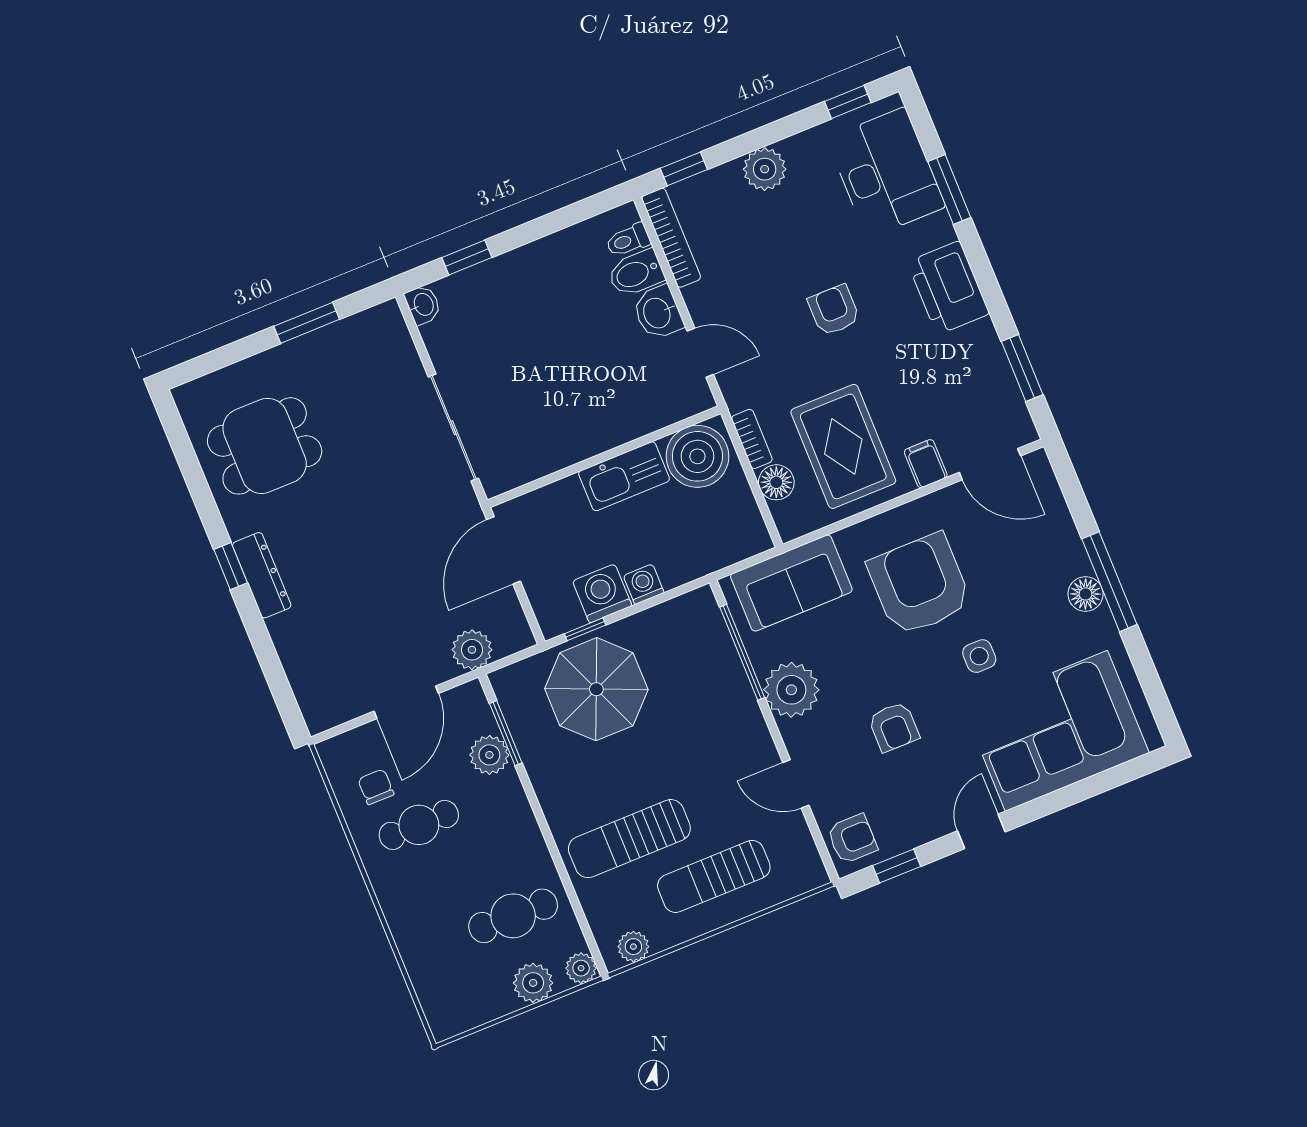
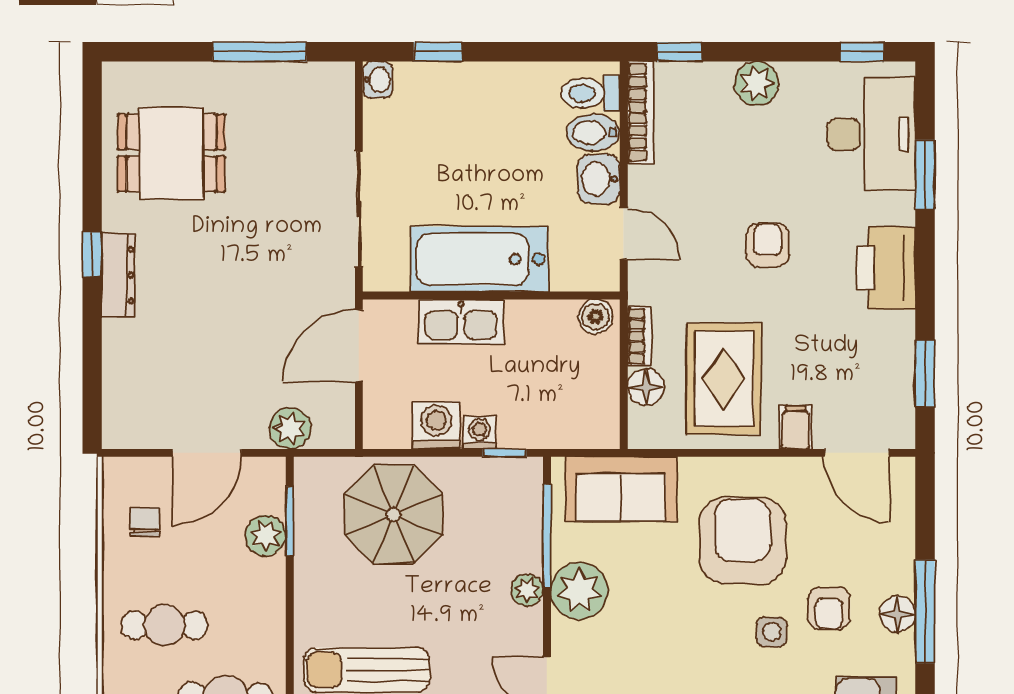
toilet: (628, 240) -> (590, 93), width x1.37, depth x1.39
window: (307, 323) -> (260, 52), width x1.44
bathtub: (580, 429) -> (479, 259), added
boiler: (697, 456) -> (596, 317), width x0.54, depth x0.54
kitchen sink: (624, 476) -> (461, 322), moved
window: (585, 629) -> (505, 453), moved
plant: (744, 708) -> (527, 590), added
armchair: (894, 727) -> (829, 608), moved
cafe table: (419, 825) -> (164, 625), moved

